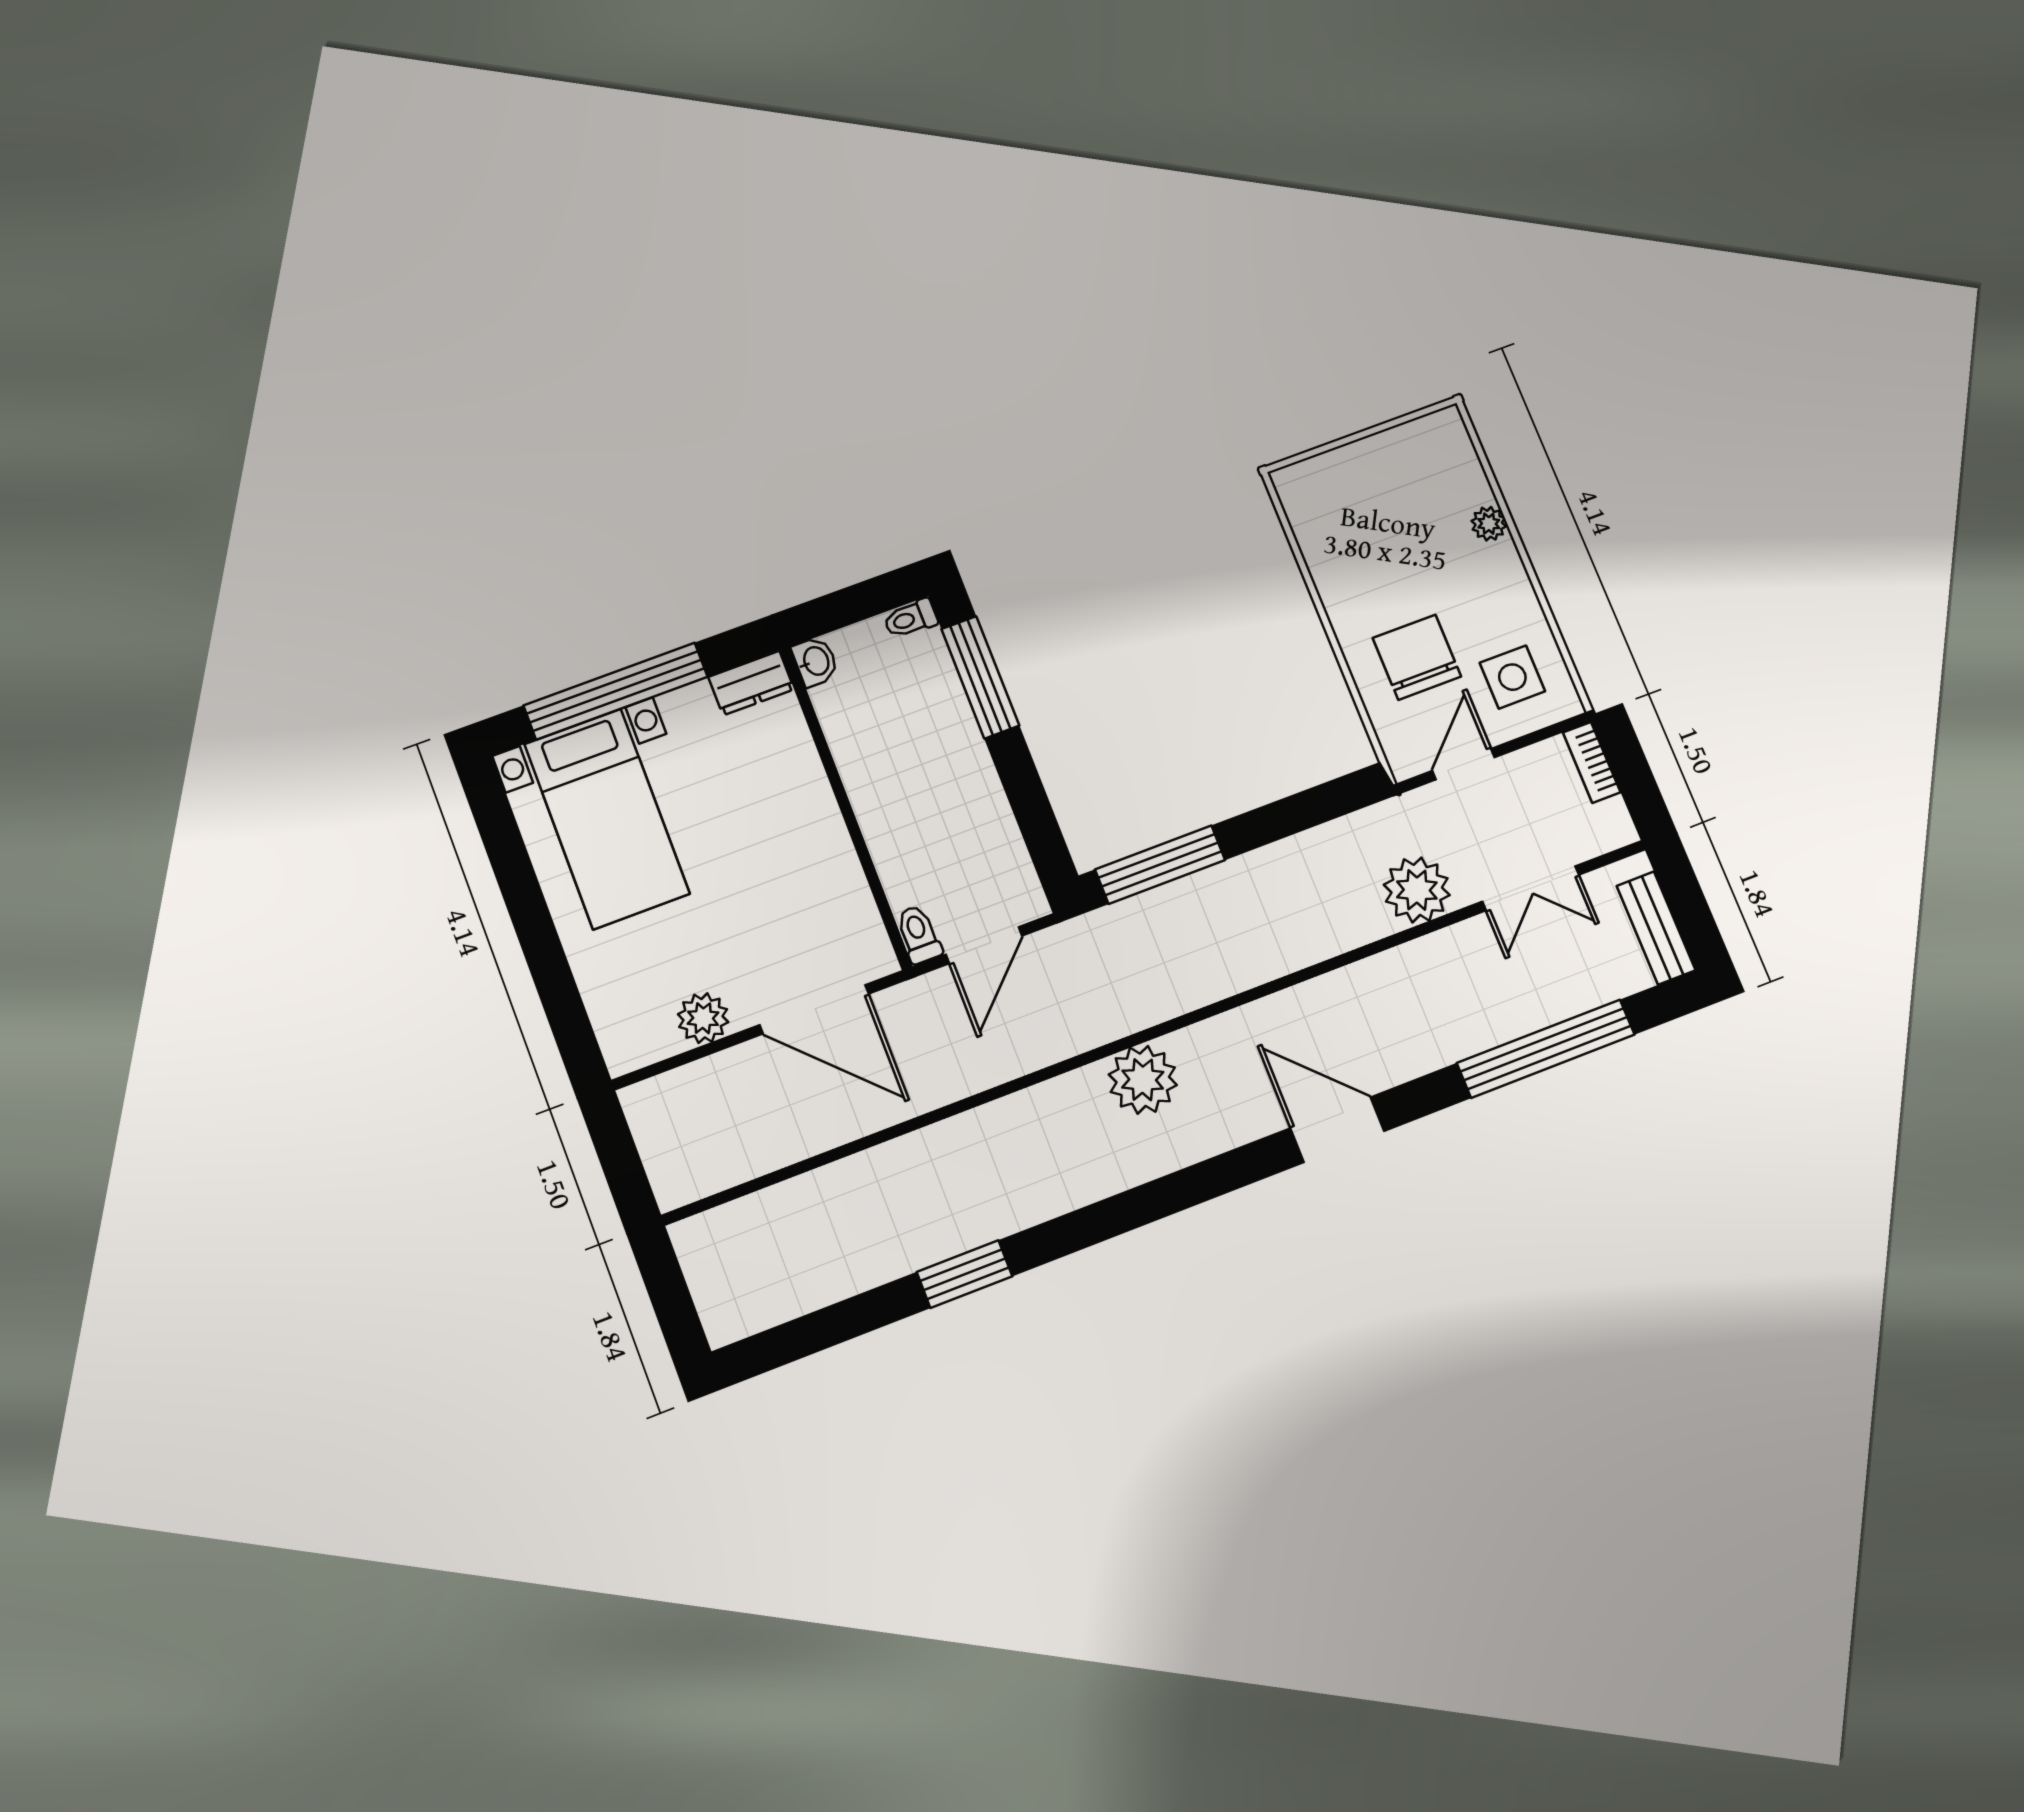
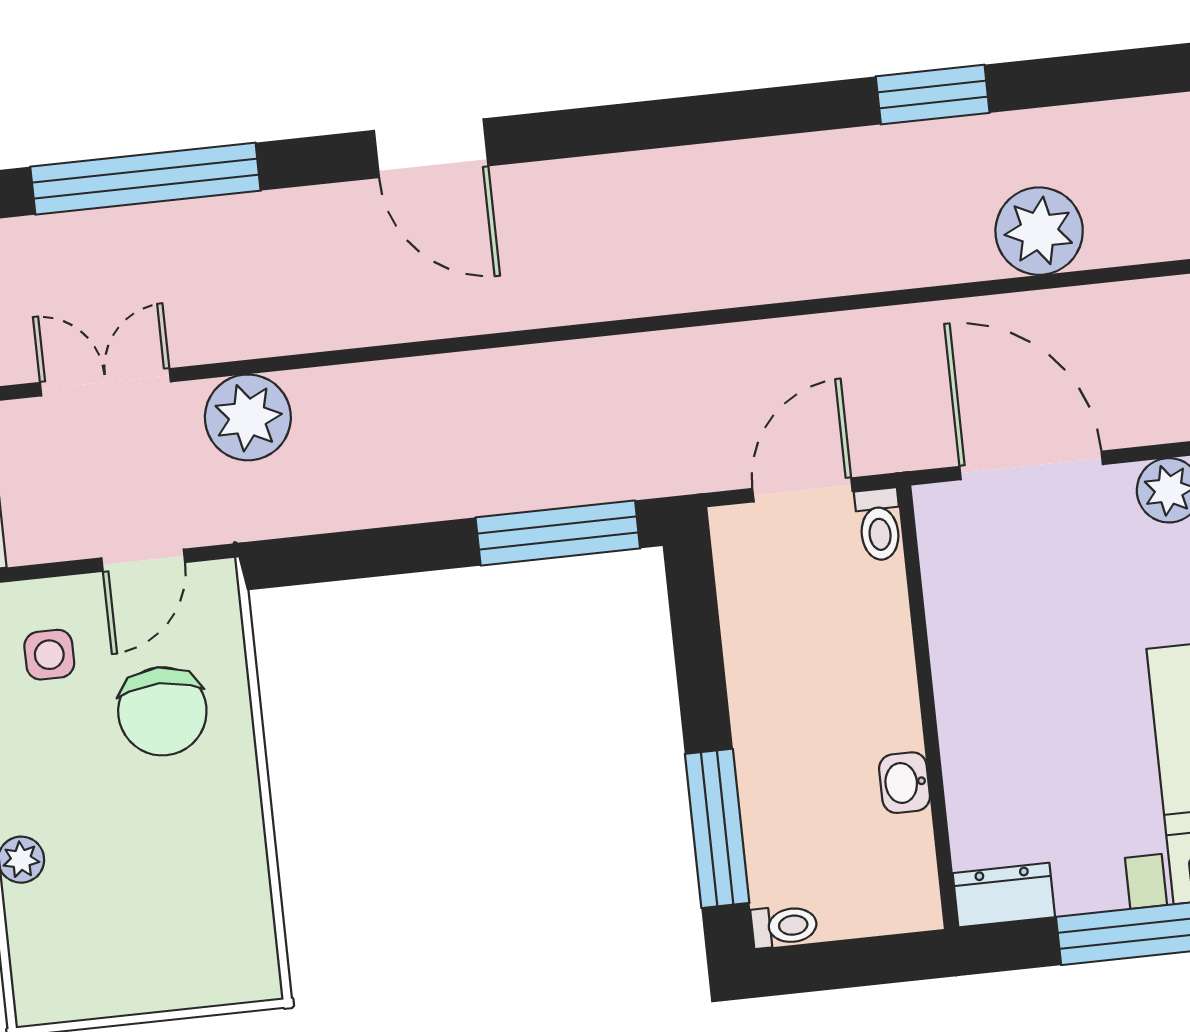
washbasin: (815, 661) -> (904, 783), moved
side table: (1512, 677) -> (49, 655), width x0.73, depth x0.73
plant: (1143, 1080) -> (1039, 231), moved

